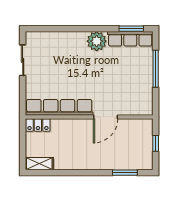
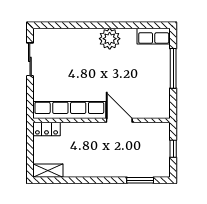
window: (131, 29) -> (147, 25), removed
row of seats: (130, 39) -> (154, 36), width x0.68
door: (106, 117) -> (119, 120), swing flipped

